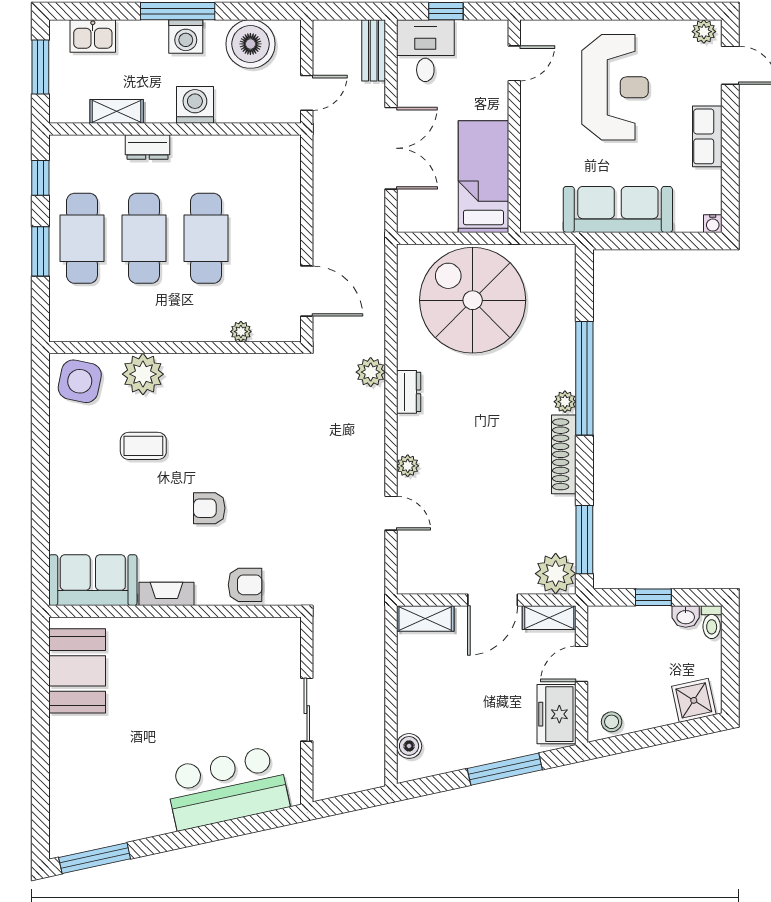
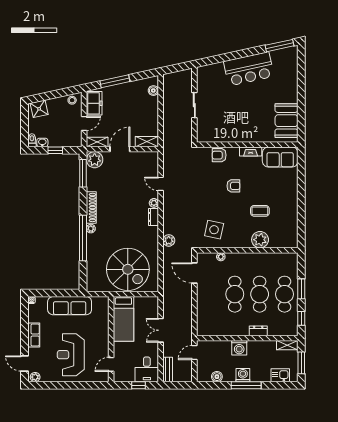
boiler: (250, 44) -> (217, 377), width x0.54, depth x0.54
shelving: (117, 111) -> (287, 345), moved
double door: (391, 148) -> (161, 330), width x0.73
side table: (80, 381) -> (214, 230), moved
dresser: (409, 392) -> (153, 217), moved
bar counter: (227, 788) -> (249, 69), moved

